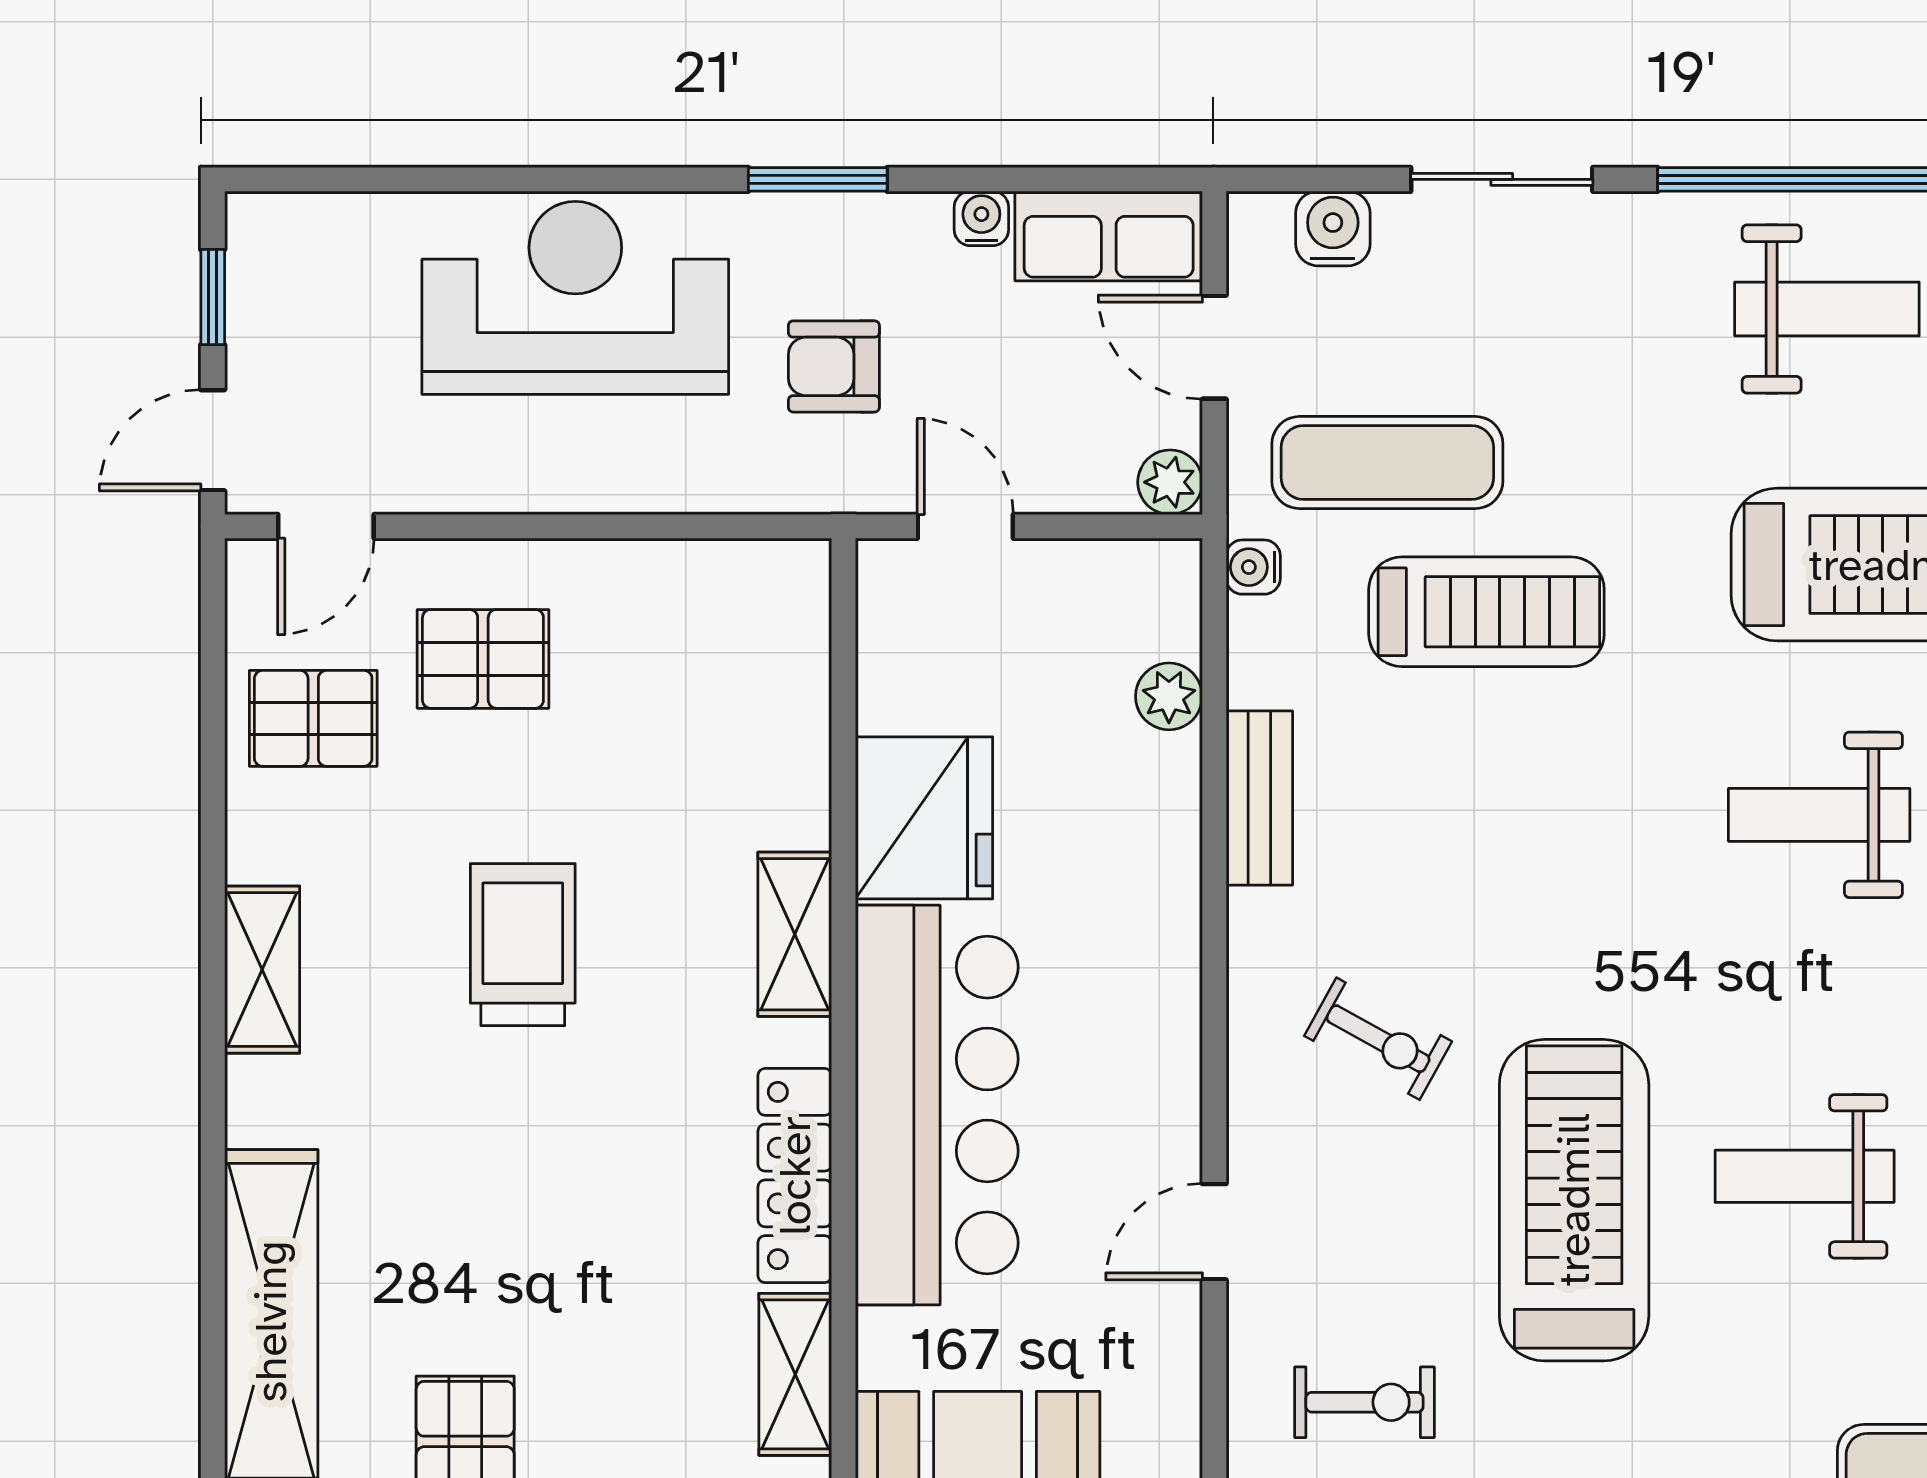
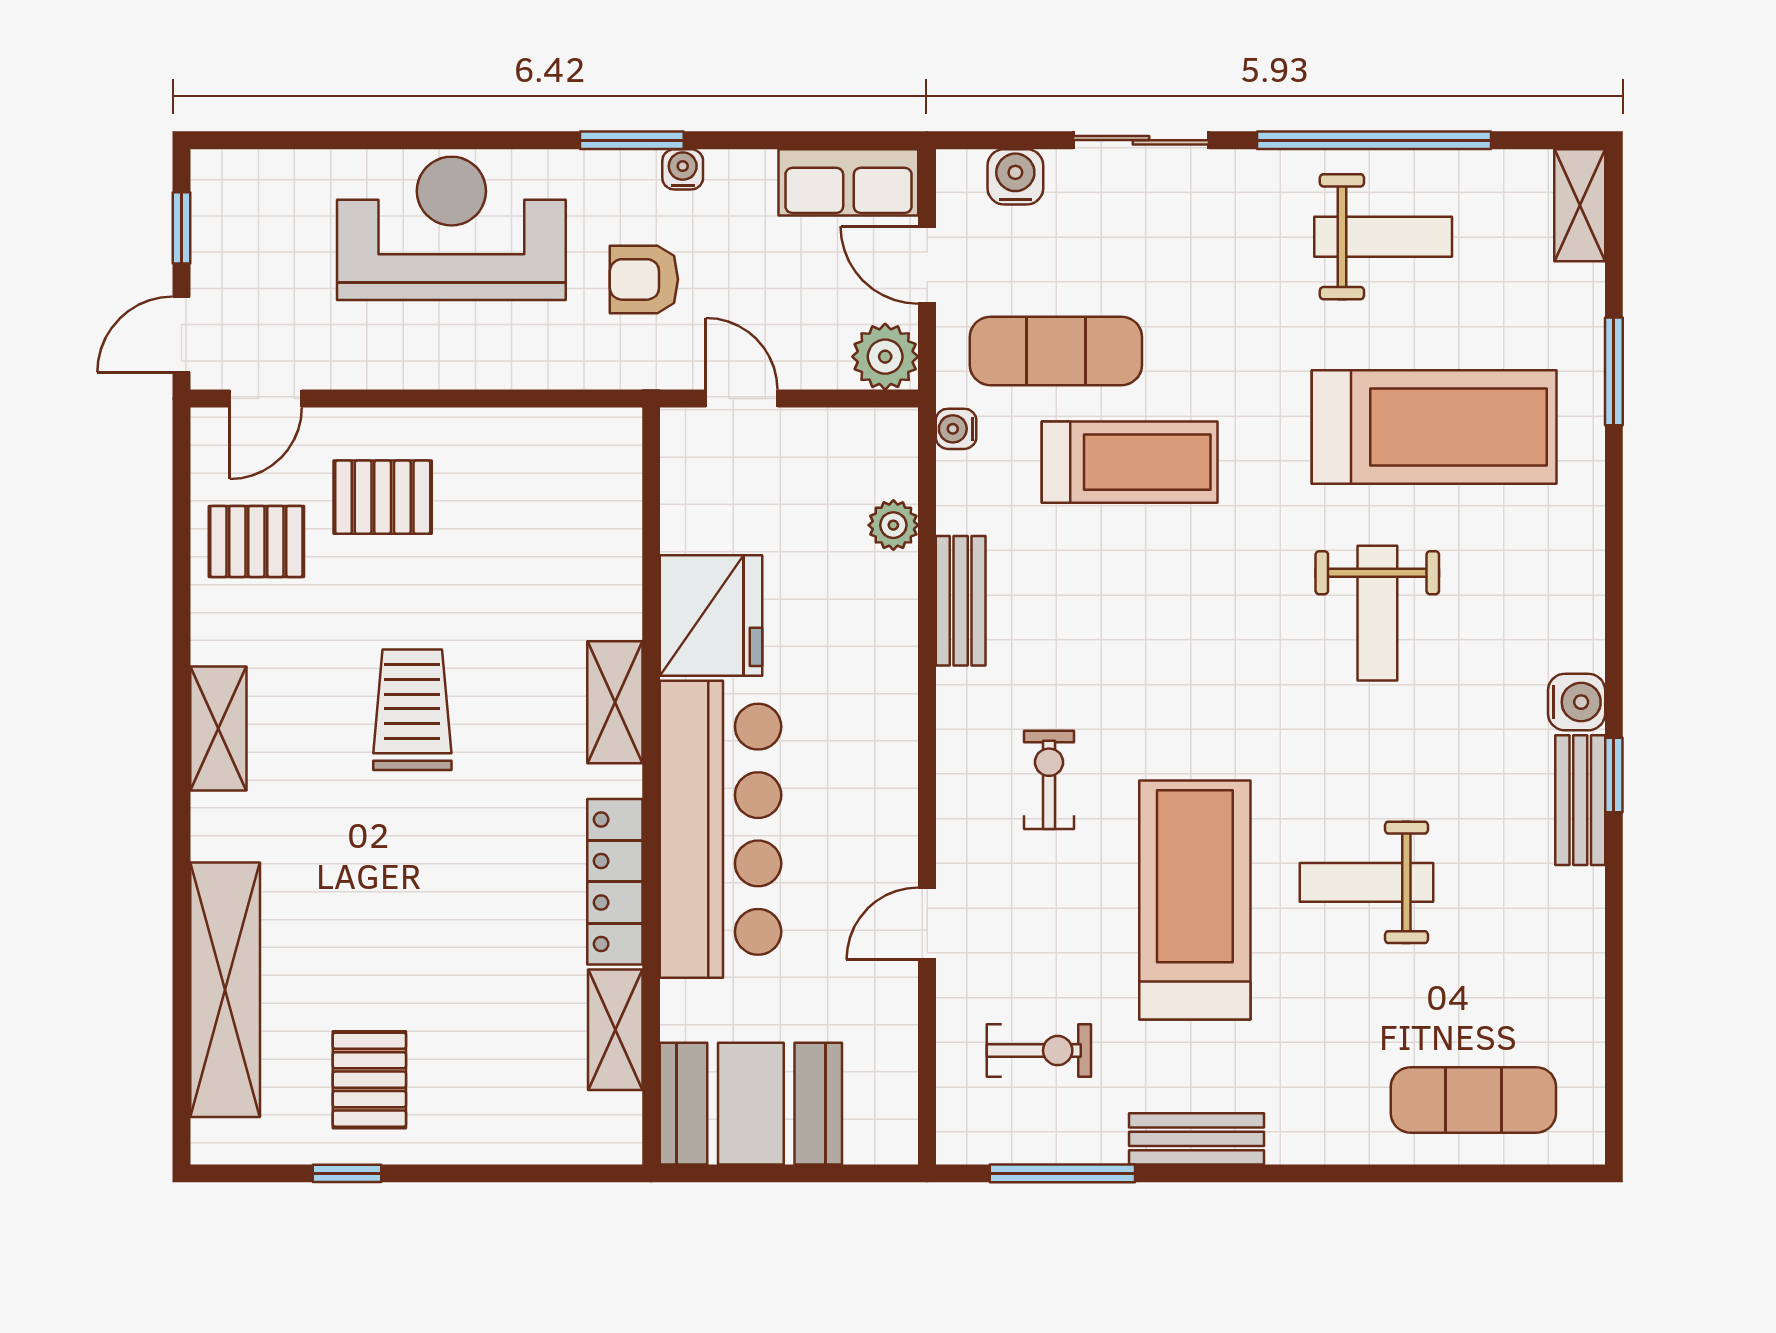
water cooler: (981, 218) -> (683, 169), moved
plant: (1170, 482) -> (885, 357), width x1.38, depth x1.38
weight bench: (1819, 815) -> (1377, 613), turned -90
exercise bike: (1378, 1039) -> (1049, 780), turned -119

